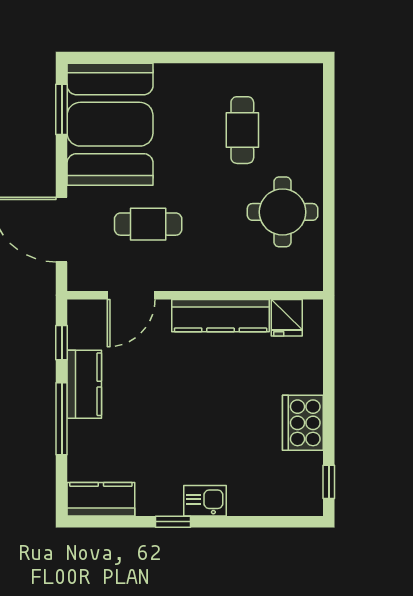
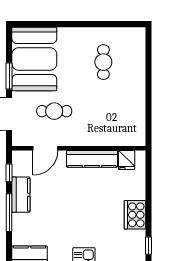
window: (62, 109) -> (9, 76), moved
round table: (283, 212) -> (124, 105), removed

